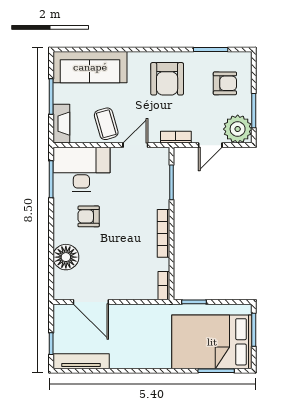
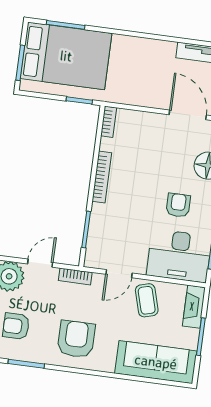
armchair: (89, 216) -> (178, 205), turned -90

